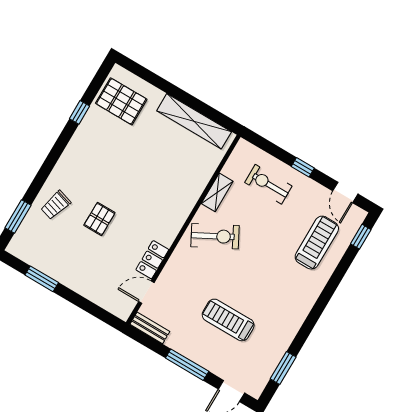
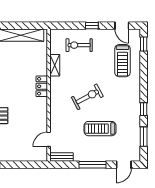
exercise bike: (215, 236) -> (87, 97), moved
treadmill: (317, 243) -> (122, 61), turned 180
locker: (152, 260) -> (42, 86), moved
window: (306, 329) -> (144, 109), added

